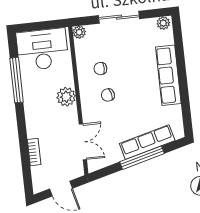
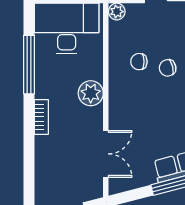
chair: (108, 95) -> (168, 68), moved
bookcase: (34, 152) -> (41, 117), moved

